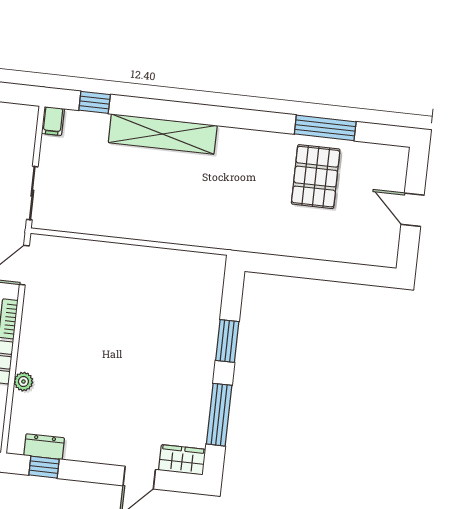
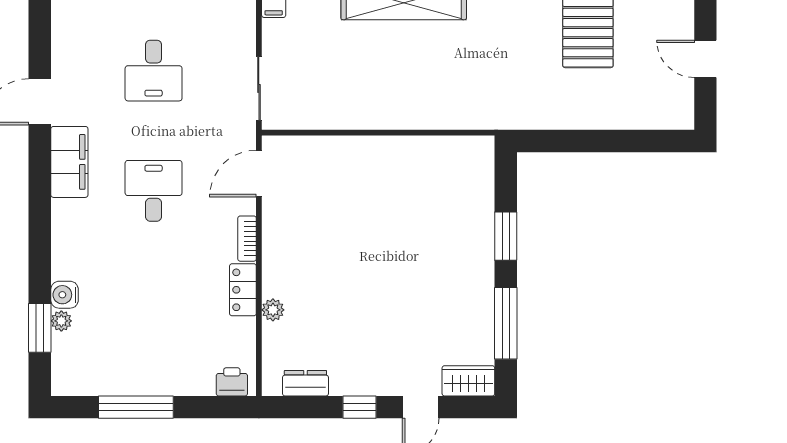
window: (44, 467) -> (359, 407), moved

